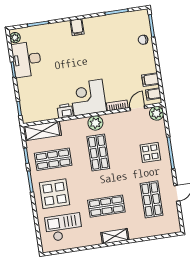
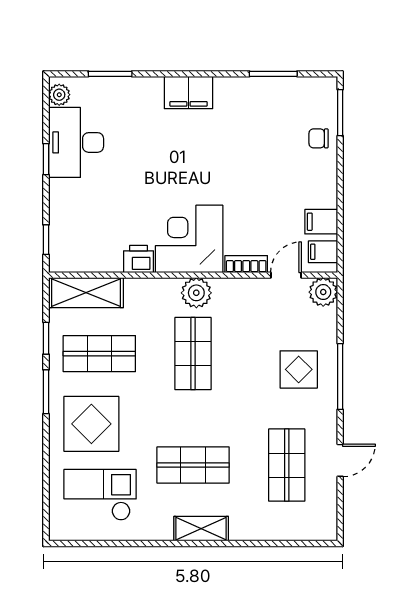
filing cabinet: (77, 27) -> (188, 93), width x2.00

